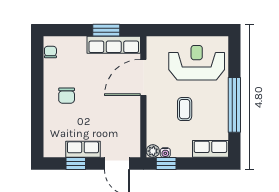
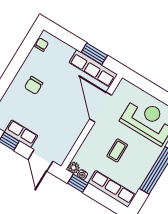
door: (143, 77) -> (101, 107), hinge flipped
row of seats: (210, 149) -> (112, 189), width x1.48

